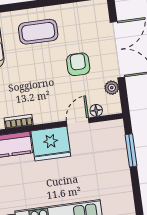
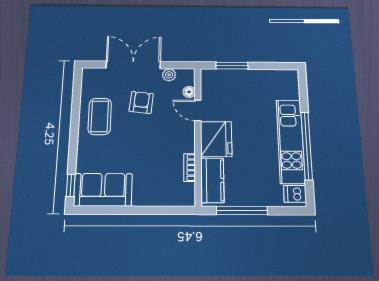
coffee table: (38, 32) -> (100, 116), moved
armchair: (78, 64) -> (141, 102), turned 96

